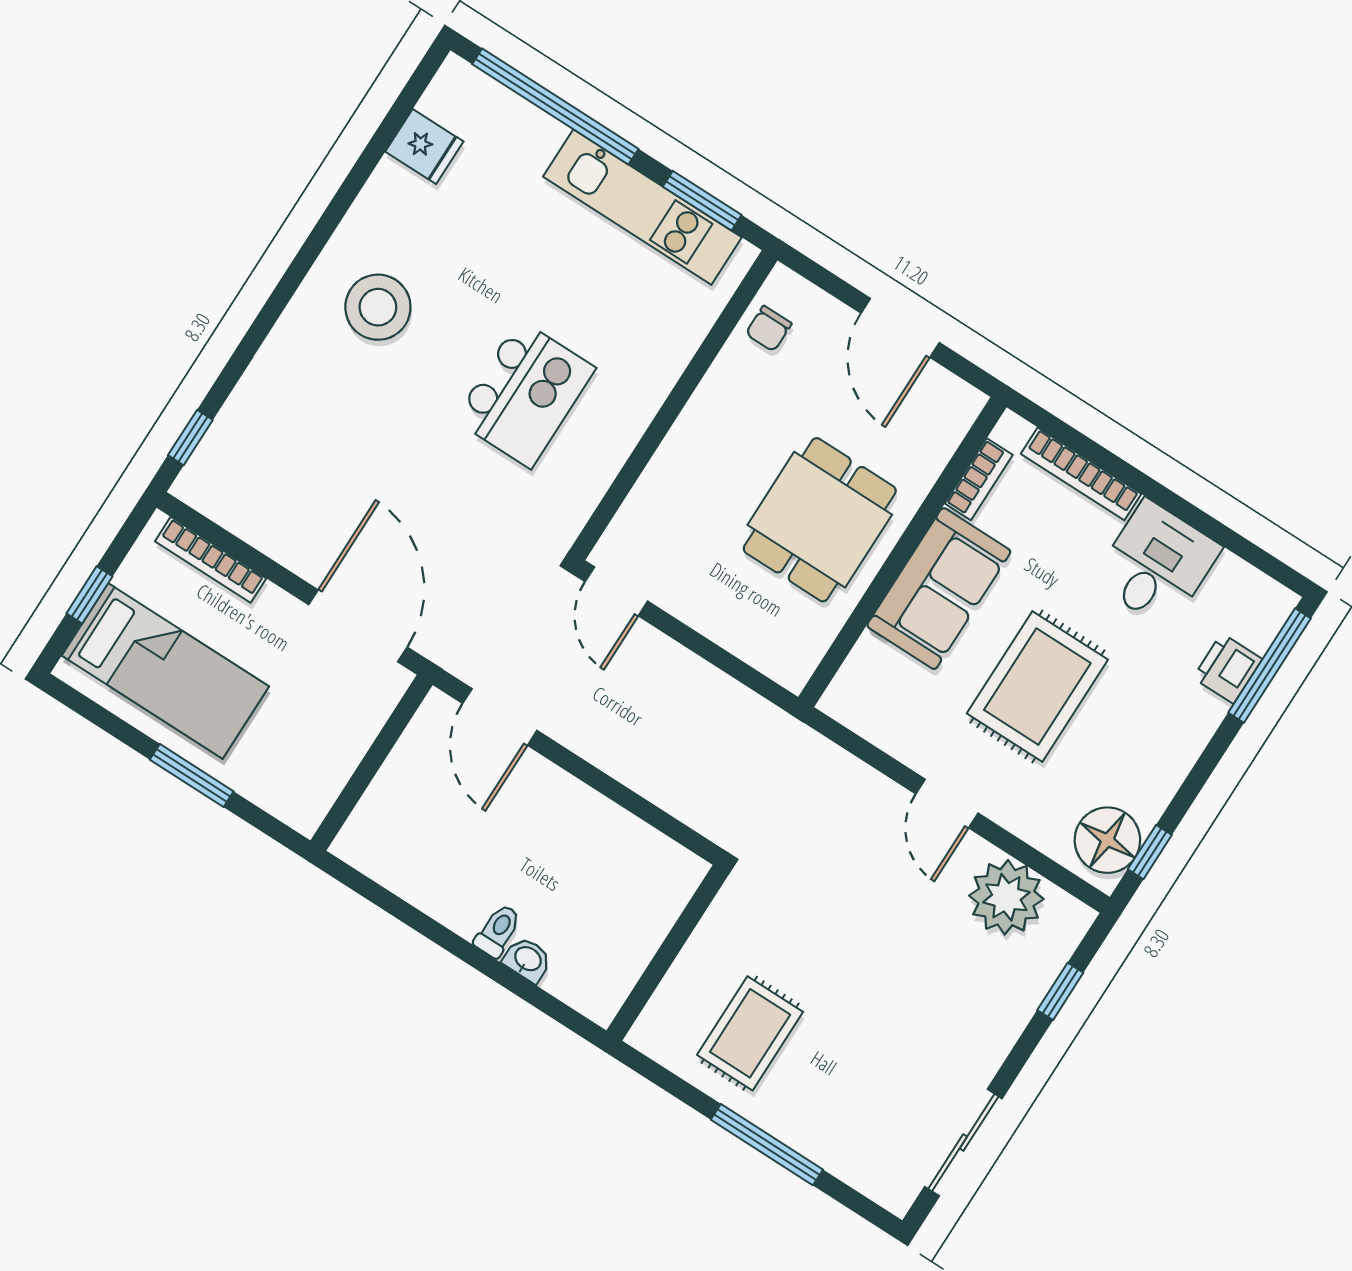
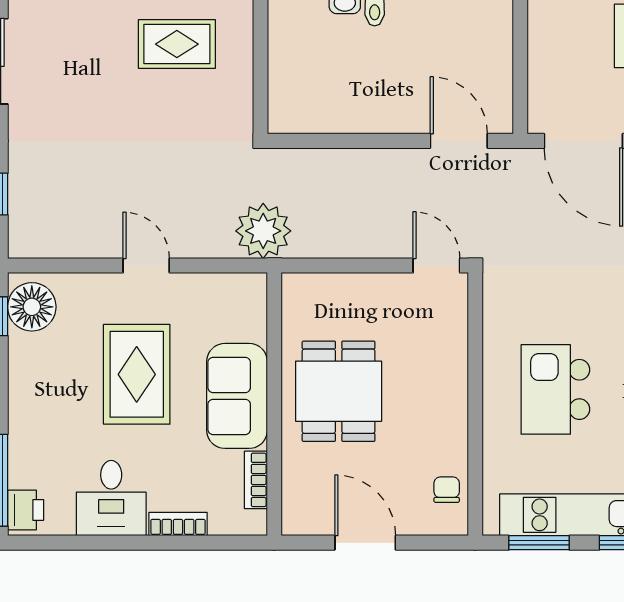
kitchen island: (525, 394) -> (555, 389), moved
bookcase: (1081, 474) -> (178, 524), width x0.64
printer: (1228, 668) -> (26, 510), moved
plant: (1006, 897) -> (263, 231), moved
rug: (750, 1033) -> (177, 44), turned 90

